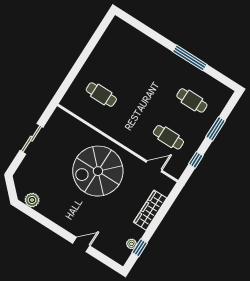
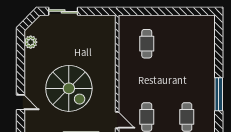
sliding door: (31, 139) -> (63, 11), moved
spiral stairs: (98, 171) -> (69, 88), moved, turned 180

